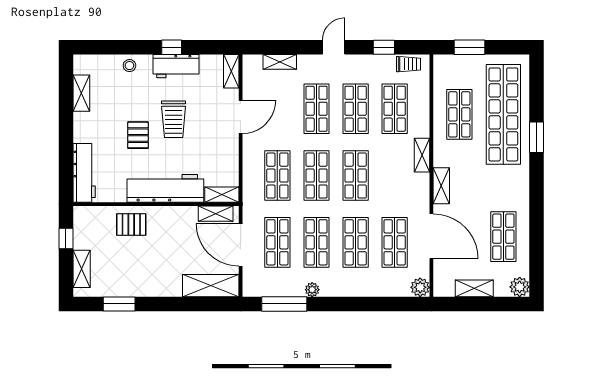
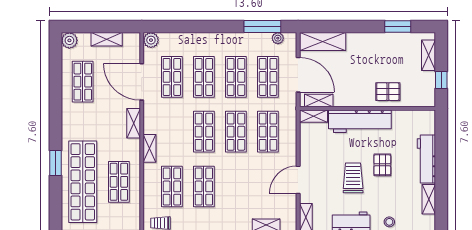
shop shelf: (317, 109) -> (236, 186), removed
workbench: (84, 173) -> (426, 159), moved
plant: (312, 290) -> (278, 38), moved

